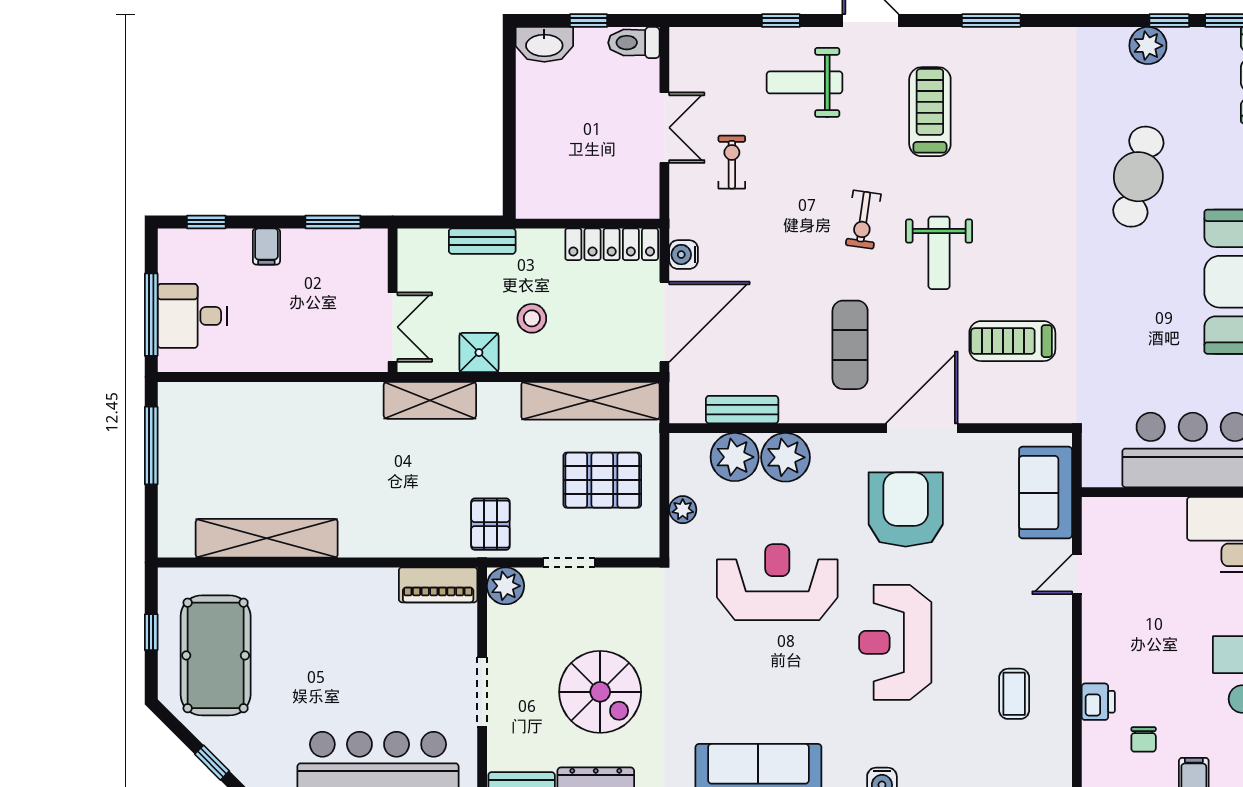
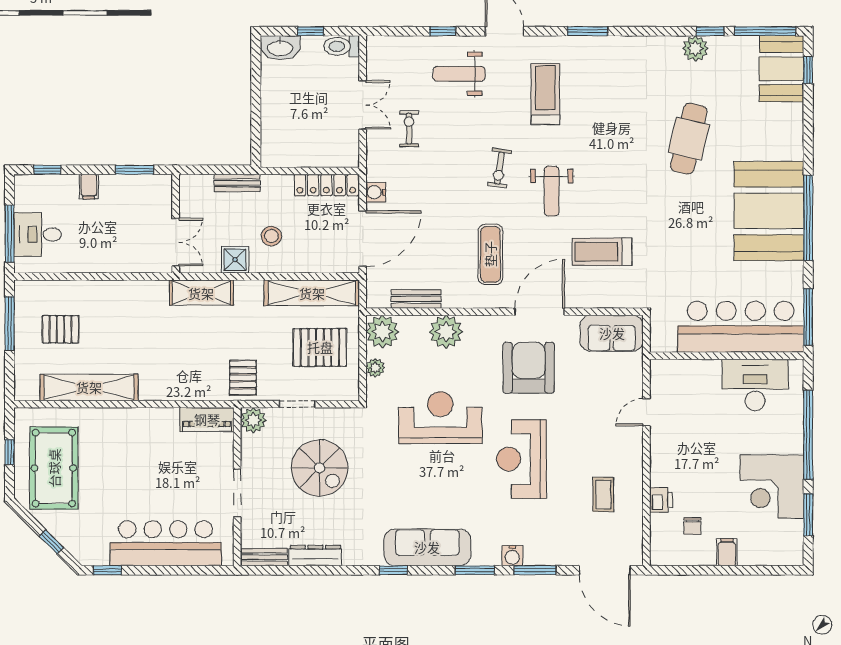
pallet: (225, 454) -> (60, 329), added
plant: (735, 457) -> (382, 332), moved
sofa: (1046, 493) -> (612, 333), moved, turned -90
spiral stairs: (600, 692) -> (320, 468), moved

